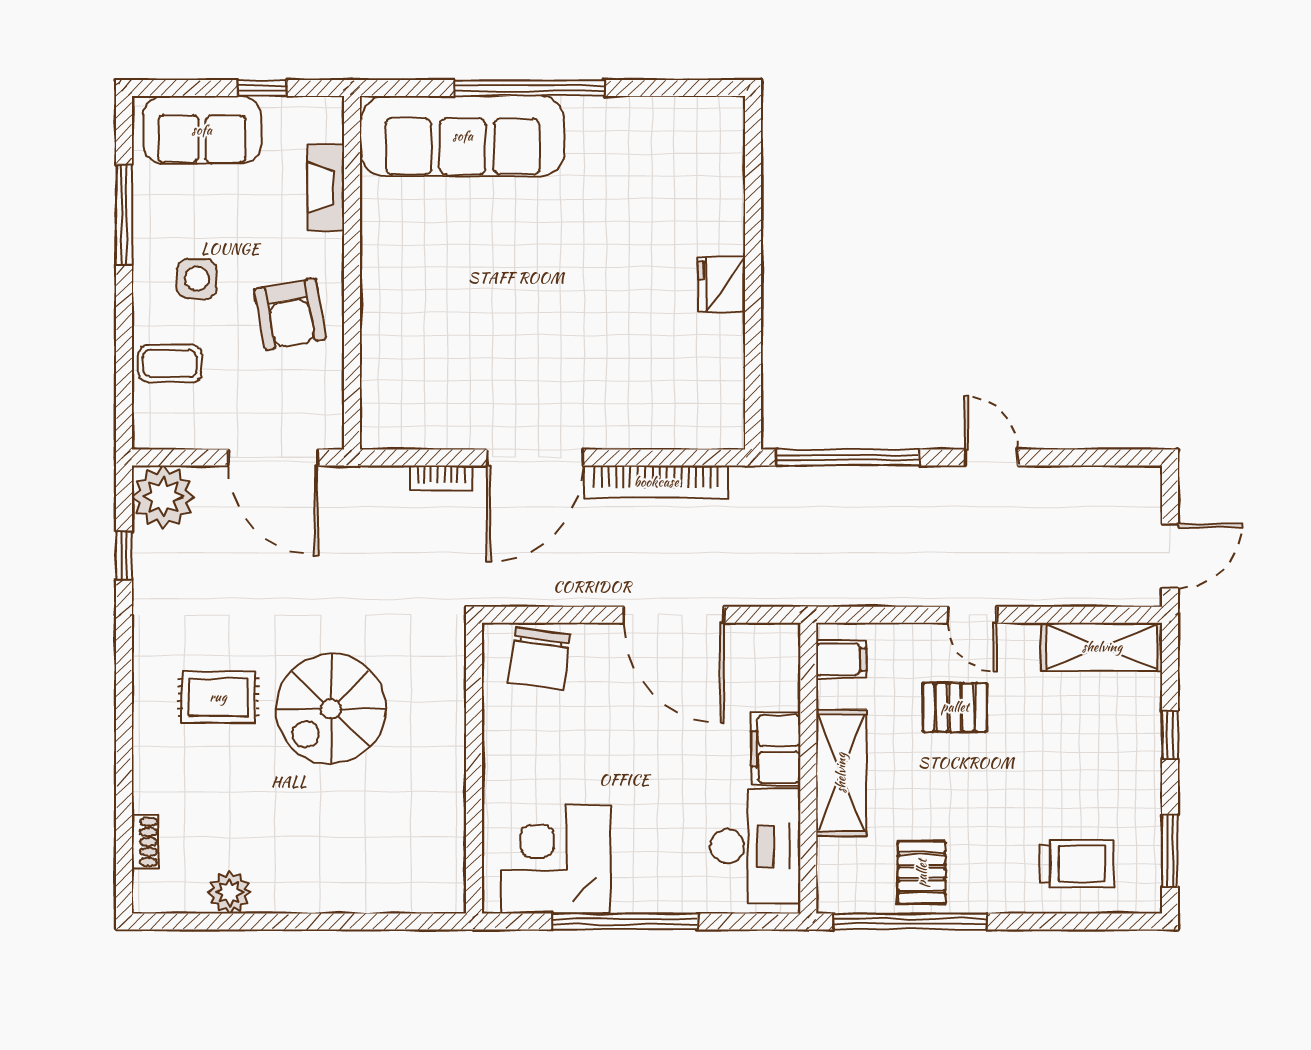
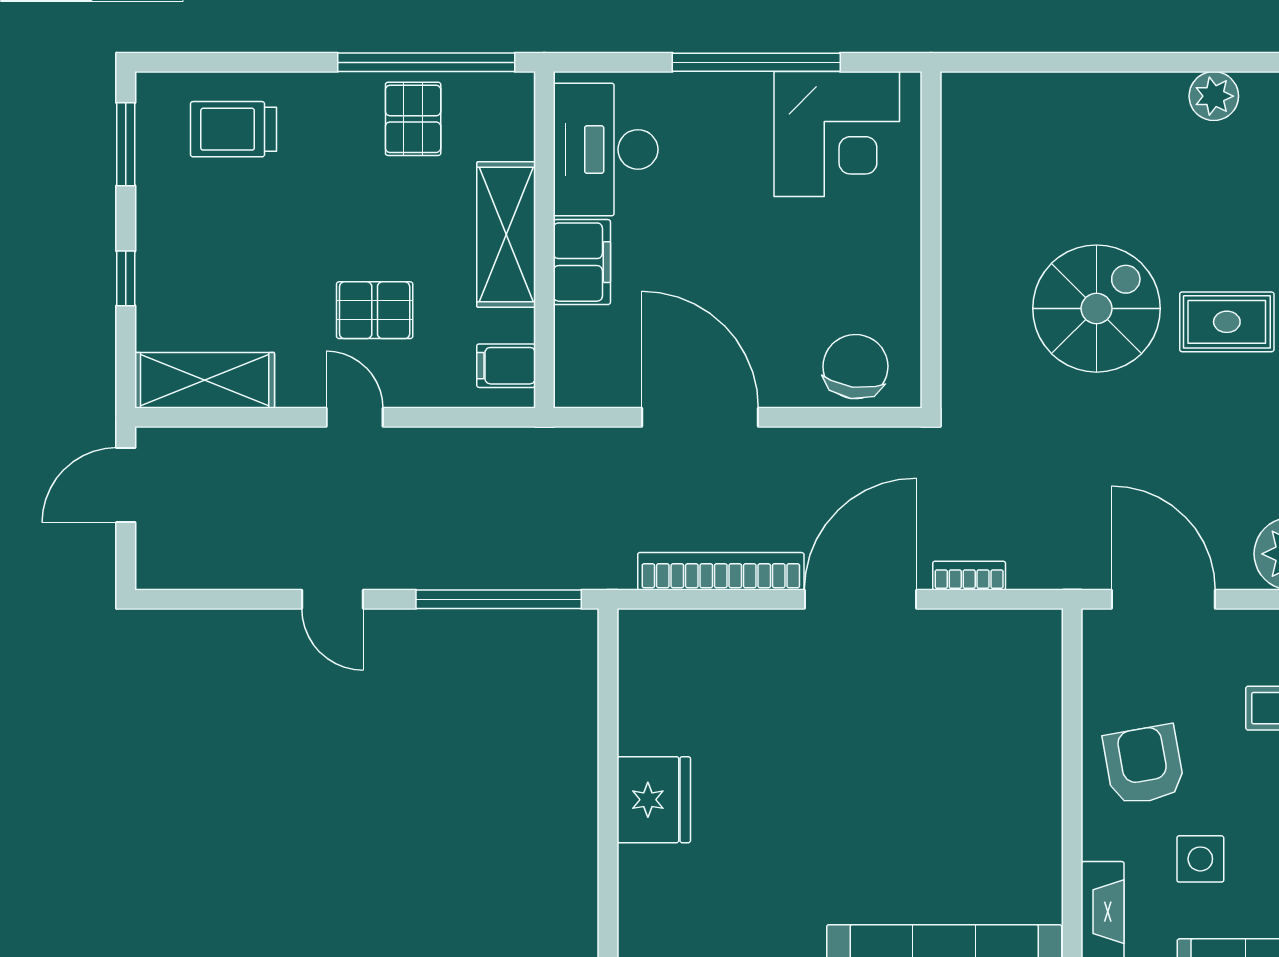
side table: (197, 279) -> (1200, 859), moved
fridge: (722, 284) -> (654, 800), width x1.36, depth x1.34

